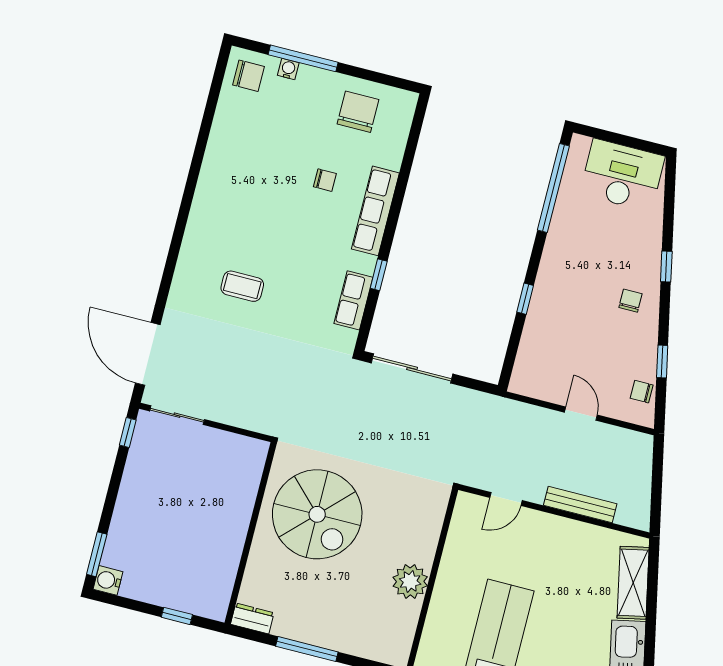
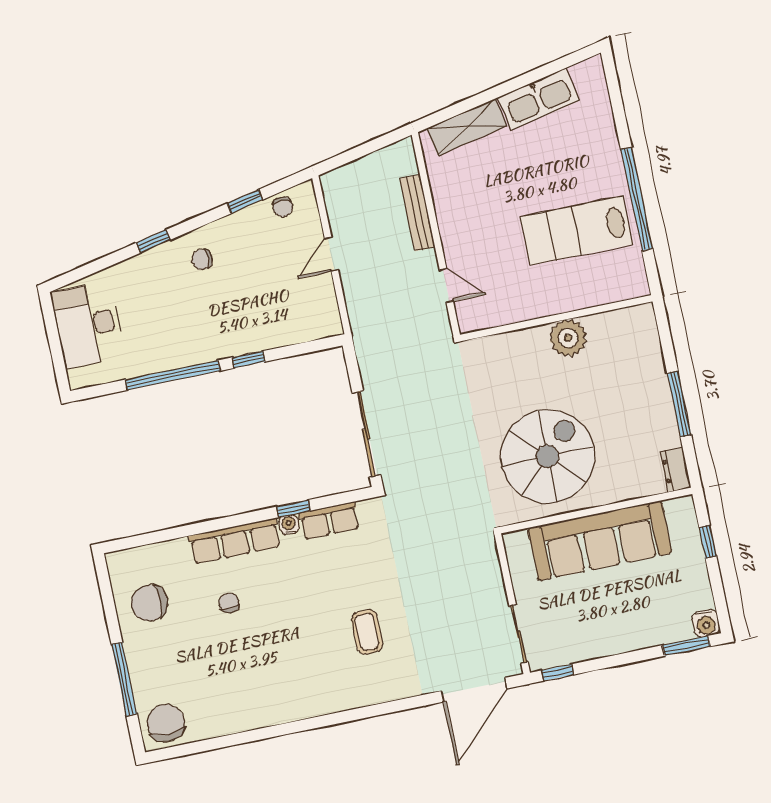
water cooler: (288, 69) -> (289, 524), moved, turned 90
chair: (248, 76) -> (166, 723), width x1.37, depth x1.37
window: (553, 188) -> (173, 375), moved
sofa: (223, 524) -> (600, 541), added

